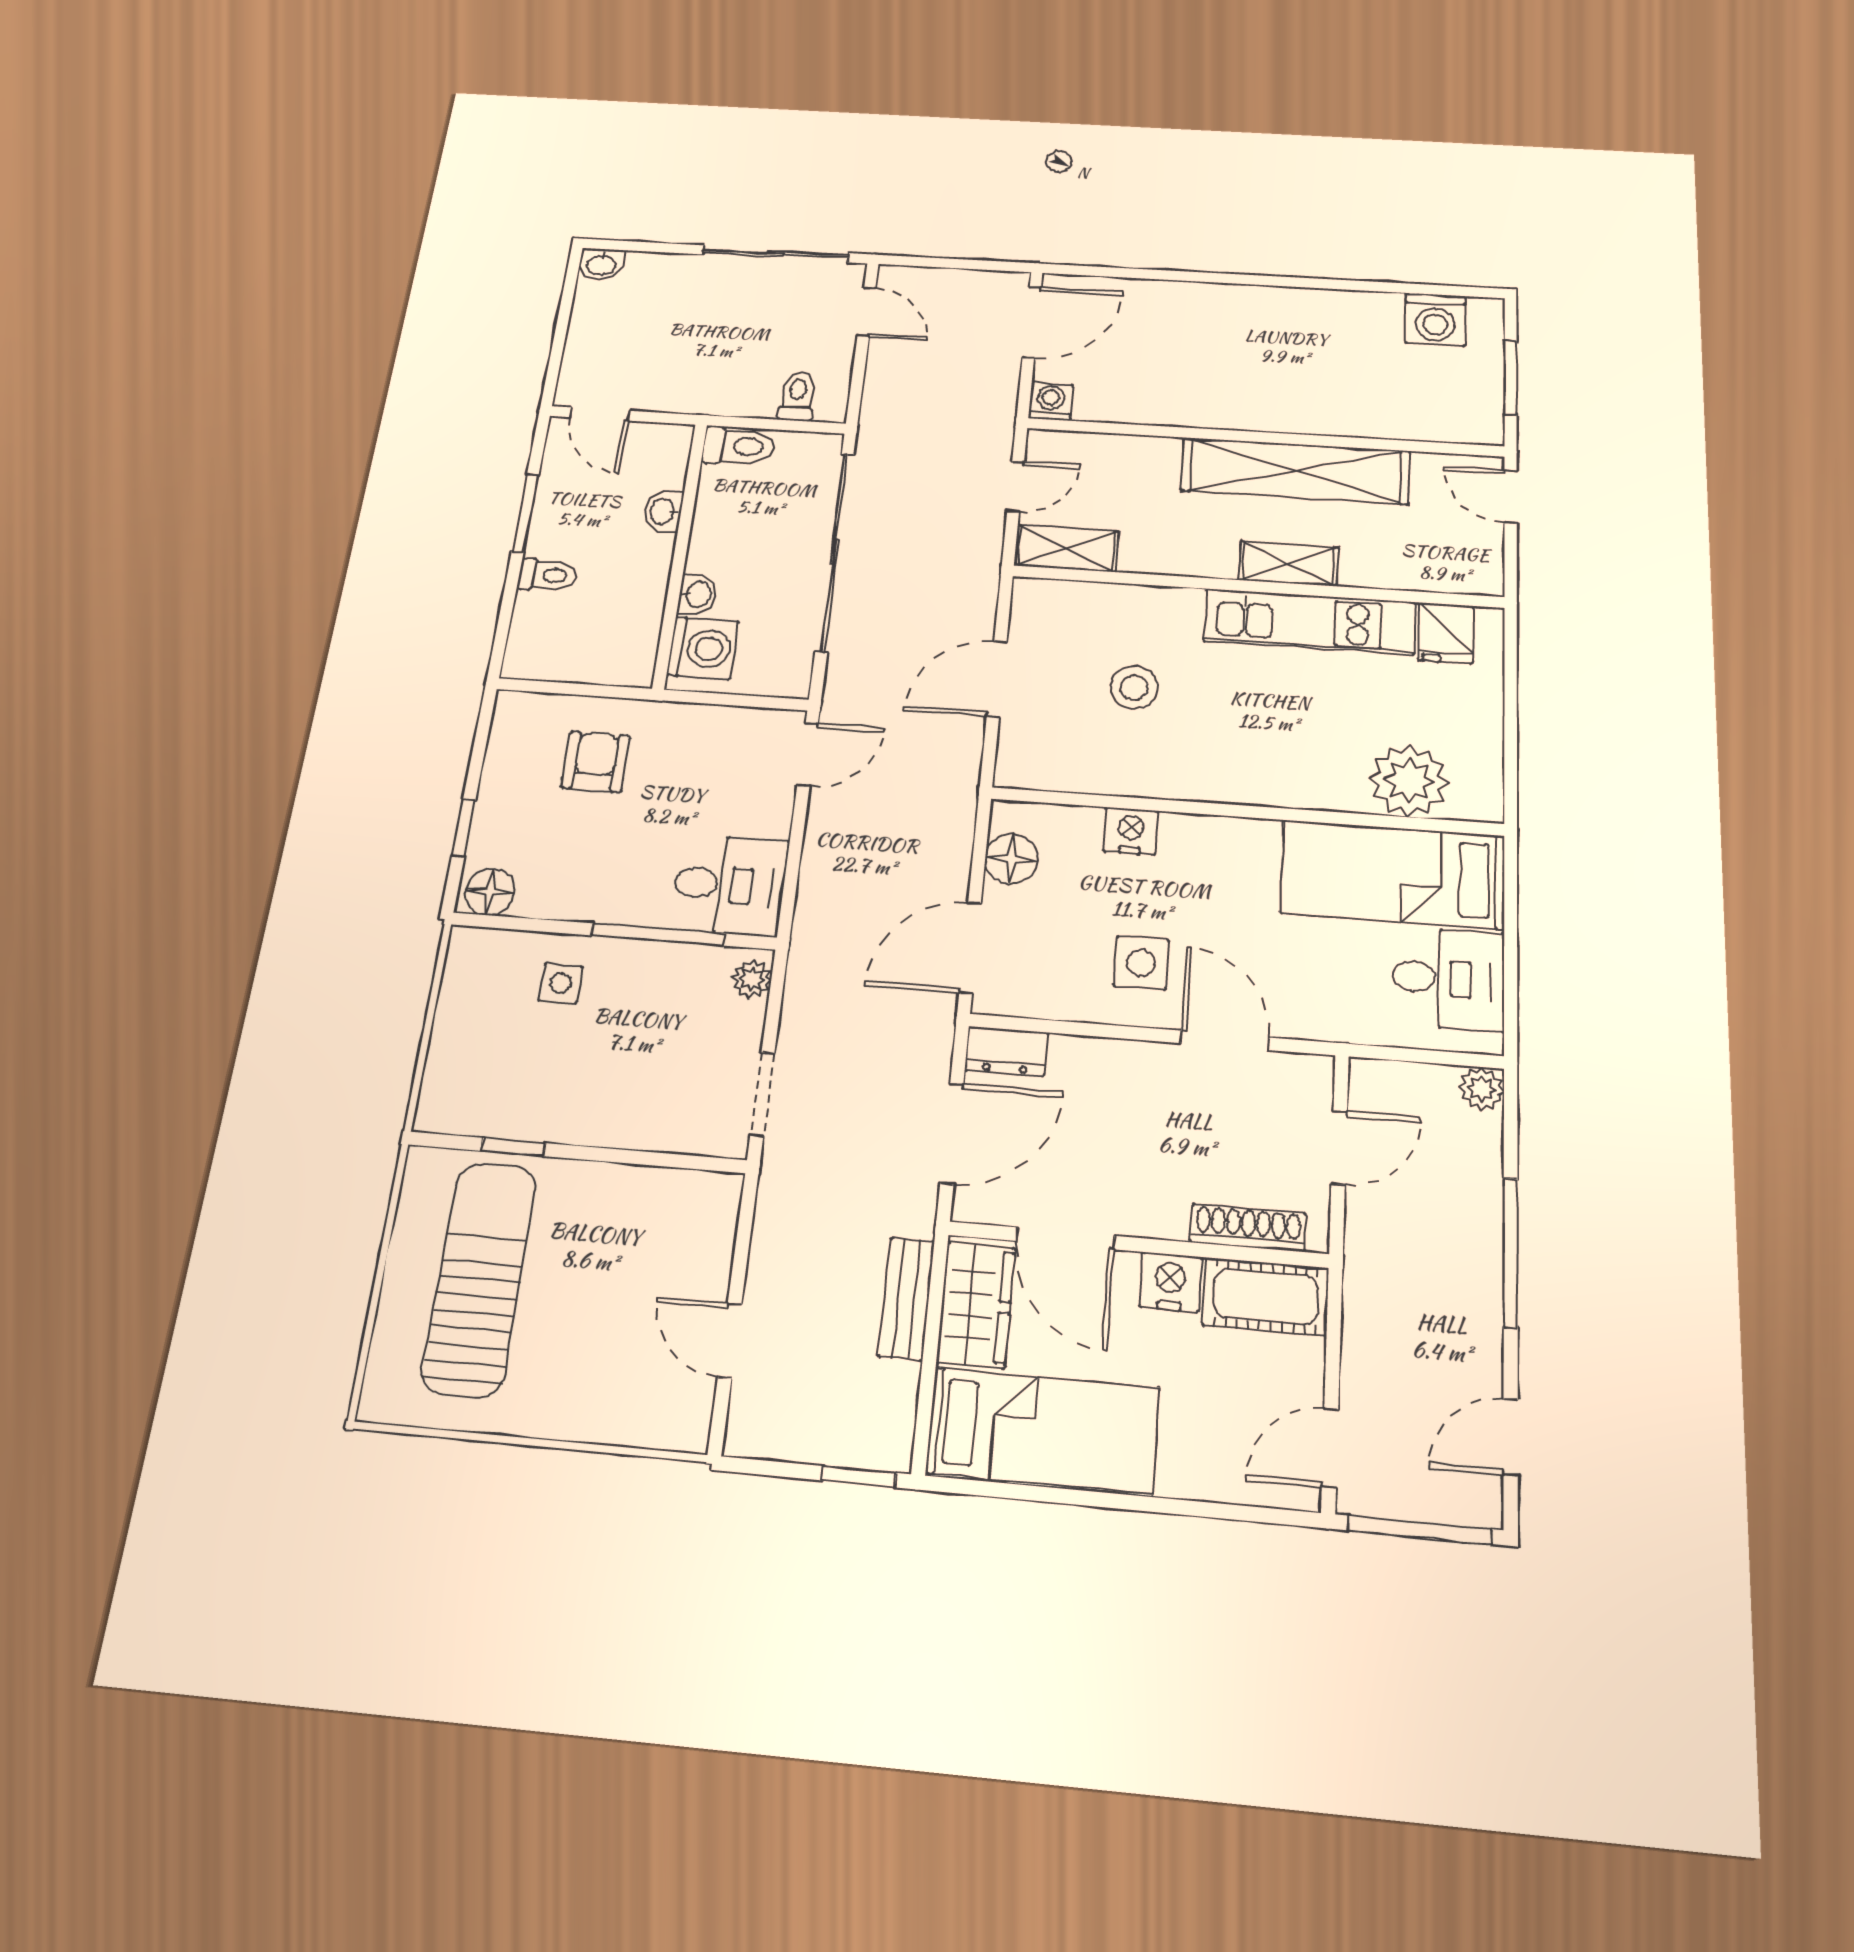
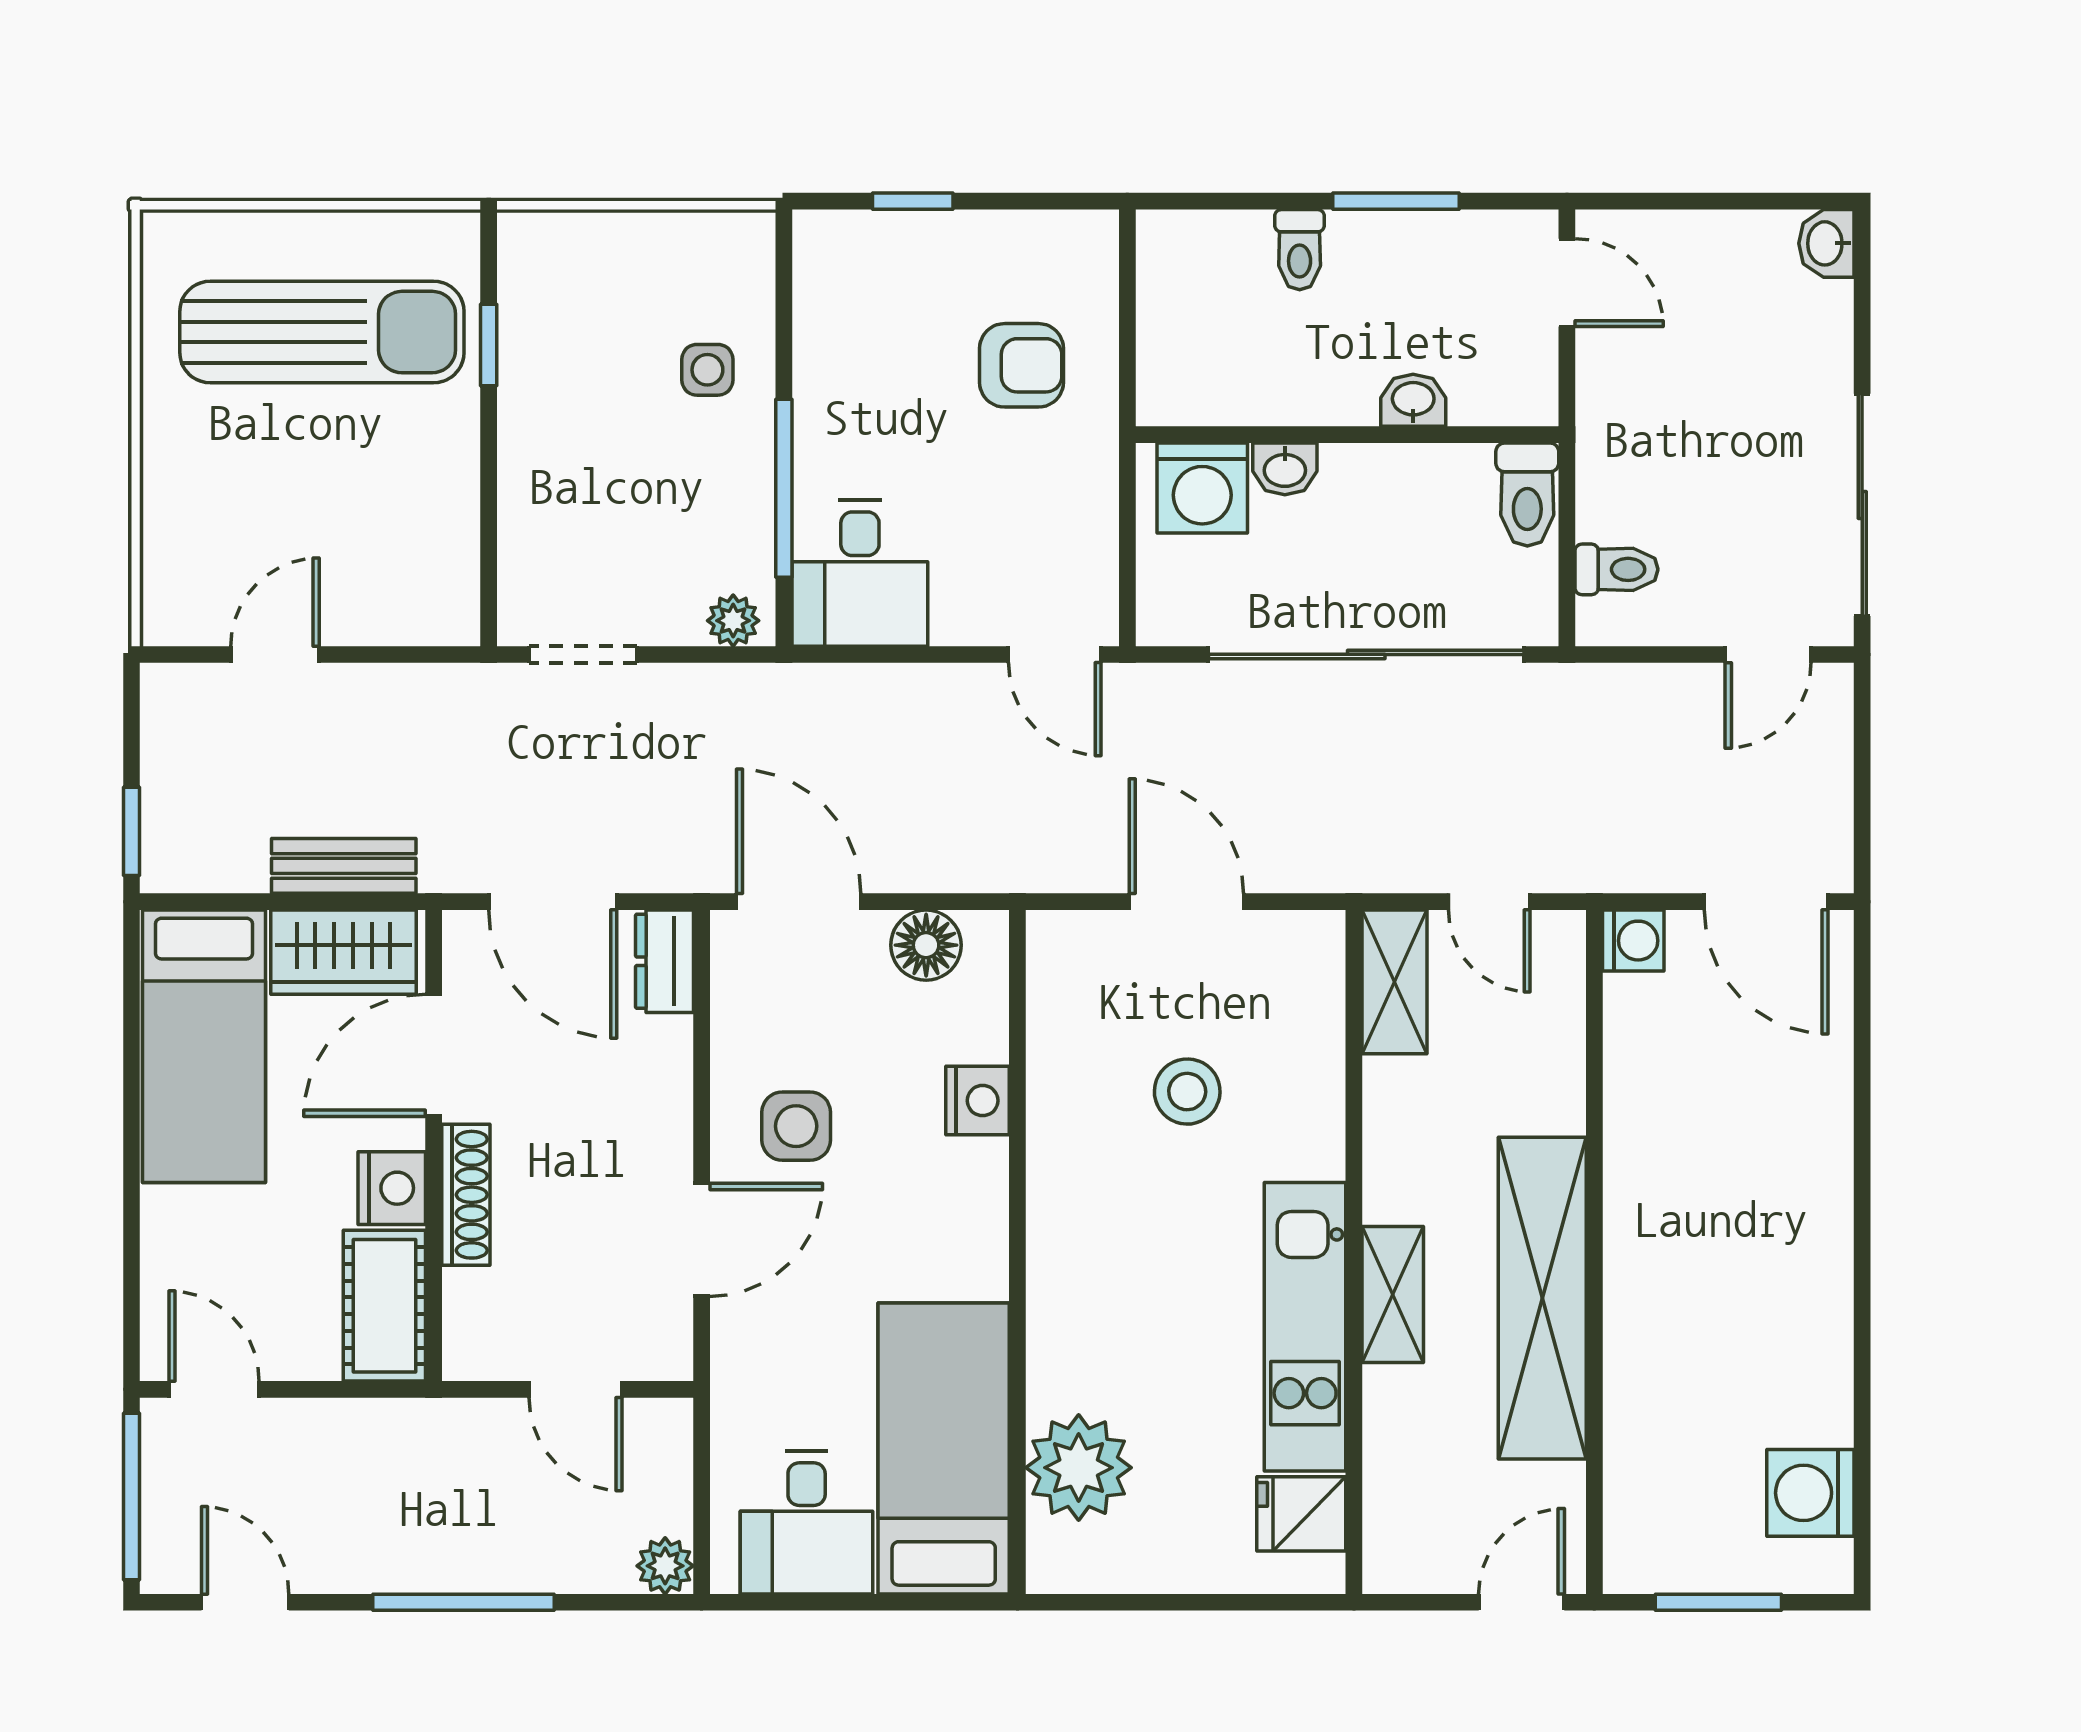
door: (600, 414) -> (1567, 283), swing flipped
floor lamp: (490, 892) -> (825, 254), removed
shoe rack: (1248, 1228) -> (466, 1195), moved

